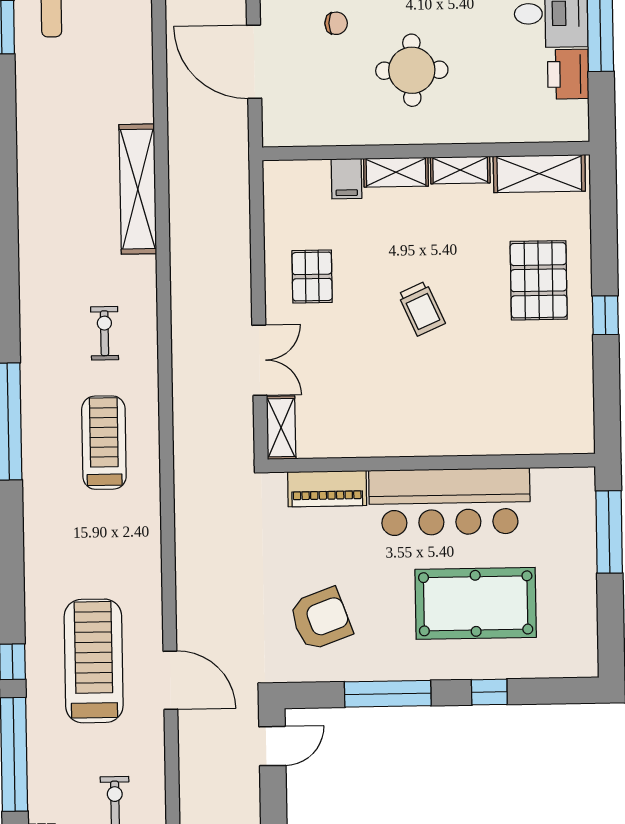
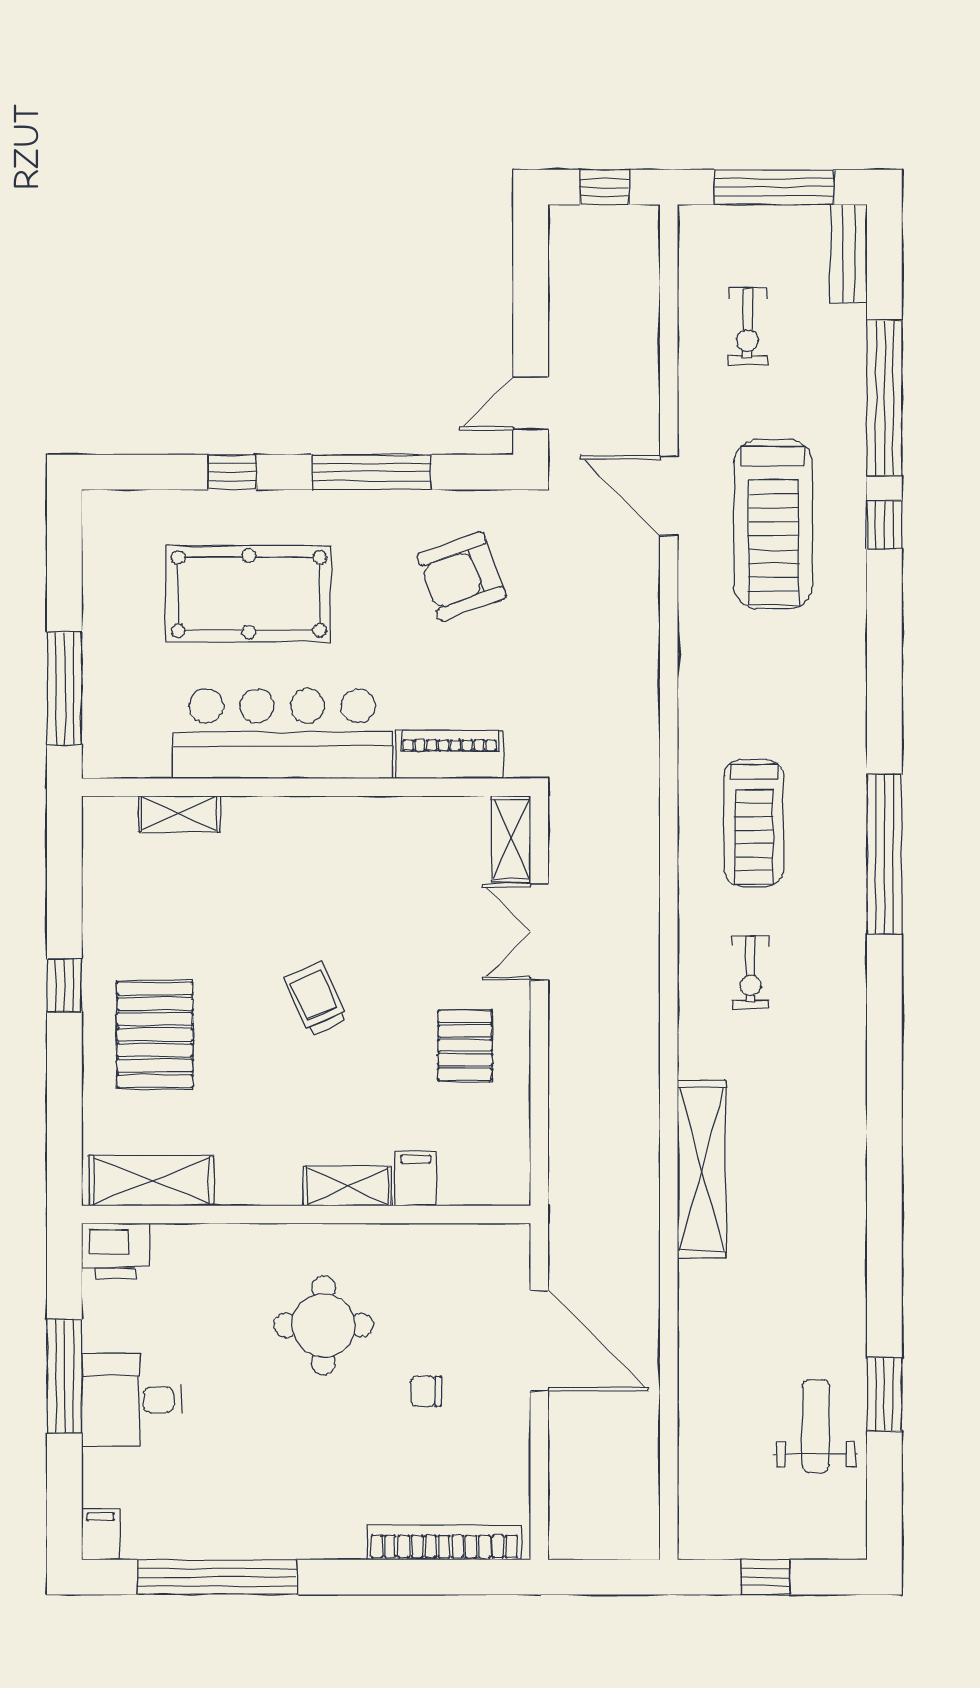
printer: (568, 74) -> (115, 1251), moved, turned 90
shelving: (460, 170) -> (179, 814), moved

